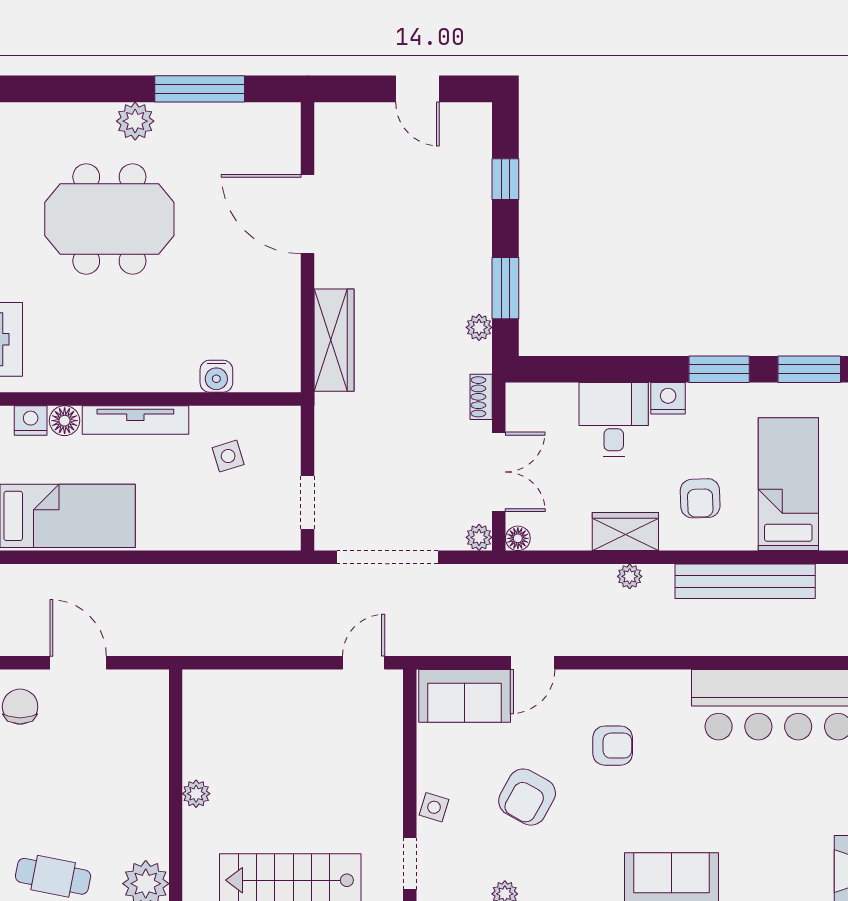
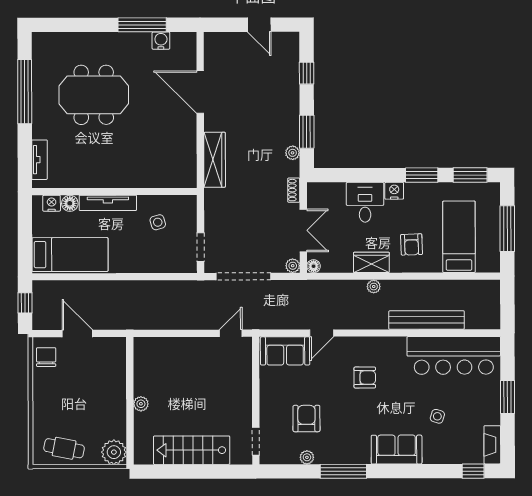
plant: (135, 121) -> (107, 42), removed
water cooler: (216, 376) -> (161, 41), moved, turned 180
bench: (745, 581) -> (427, 320), moved
armchair: (527, 797) -> (306, 418), moved, turned 151
side table: (434, 807) -> (437, 416), moved

